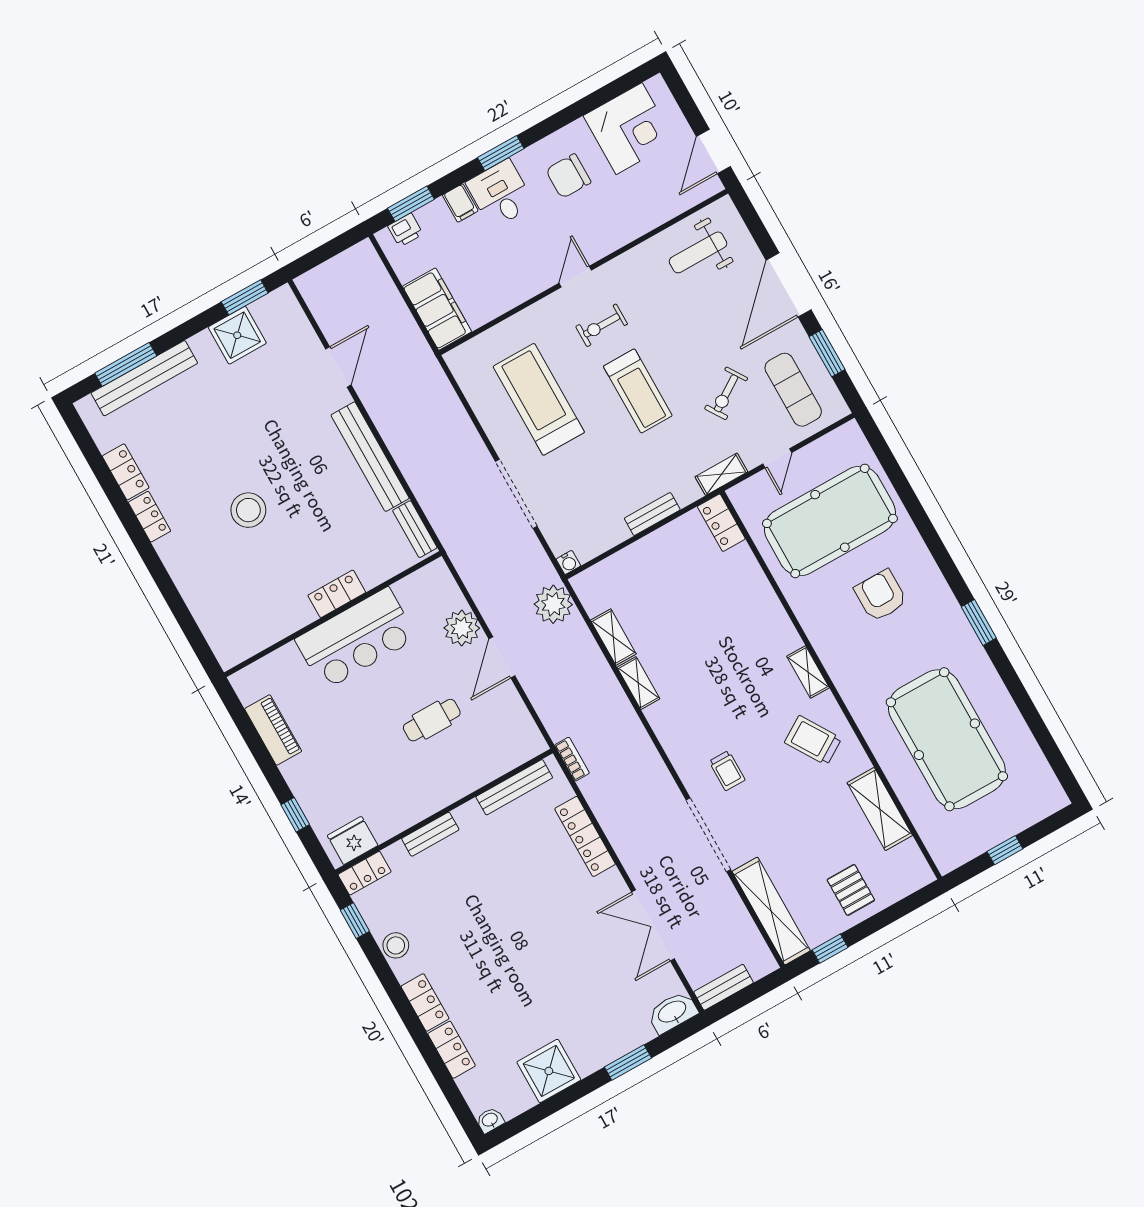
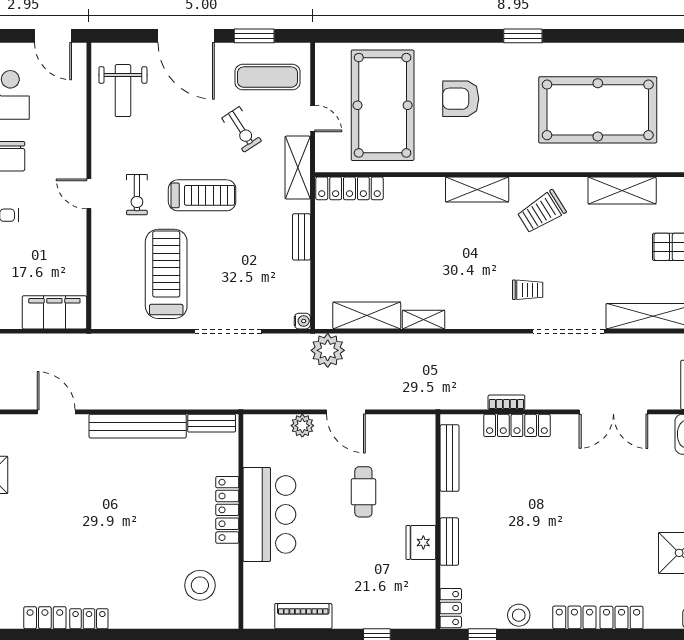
treadmill: (539, 399) -> (166, 274), turned 90
shelving: (721, 474) -> (298, 168), width x1.50, depth x1.33
stool: (248, 510) -> (200, 585), moved
locker: (721, 523) -> (349, 188), width x1.53
locker: (337, 594) -> (227, 510), width x1.53
plant: (462, 628) -> (302, 426), width x0.73, depth x0.73
shelving: (613, 637) -> (367, 315), width x1.50, depth x1.33
shelving: (808, 672) -> (477, 189), width x1.50, depth x1.33
bookcase: (572, 759) -> (506, 402), moved
fridge: (353, 841) -> (421, 542), moved

